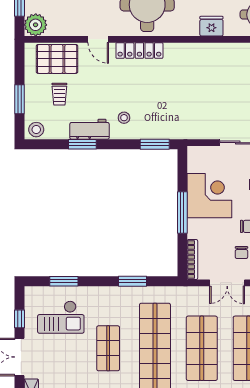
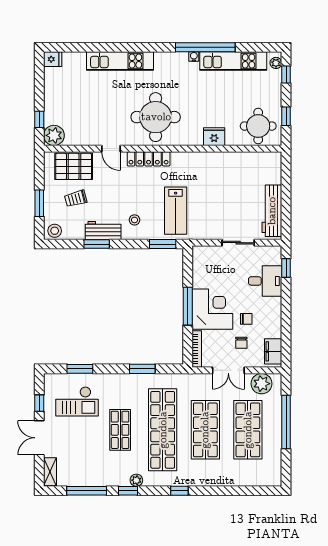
trolley: (59, 94) -> (76, 199), turned 75
lab bench: (169, 107) -> (176, 211), added
corner desk: (209, 196) -> (212, 309), moved

